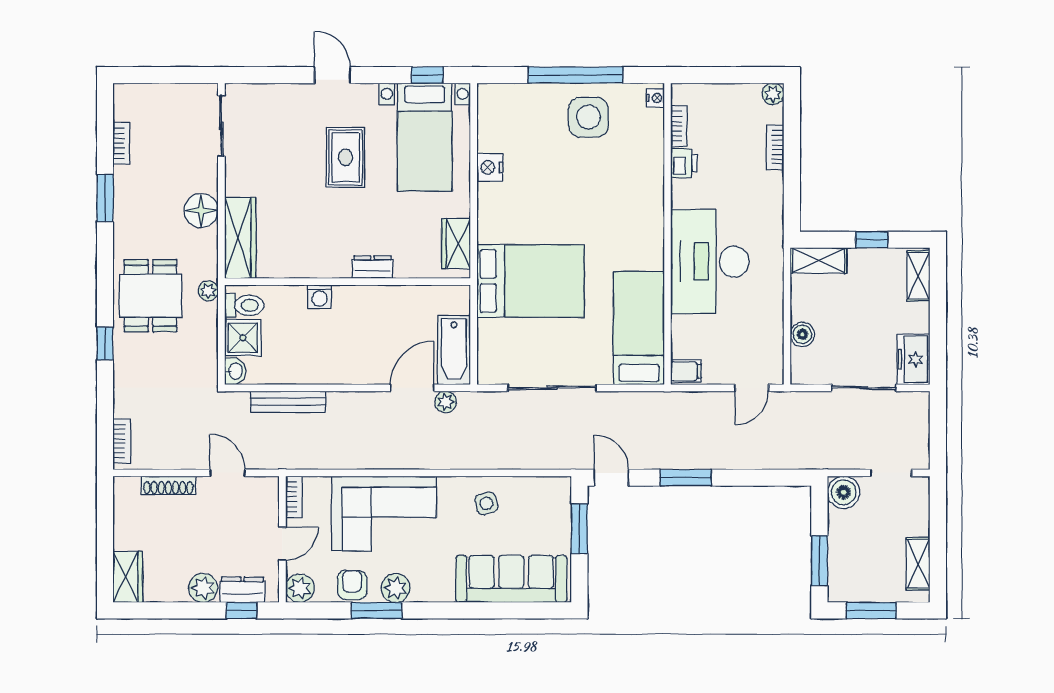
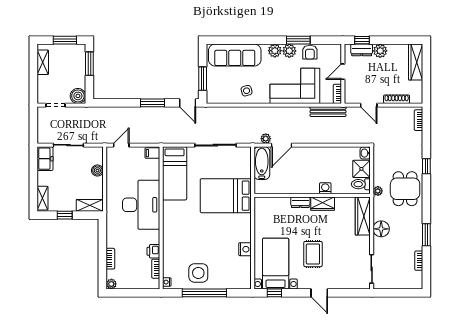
wardrobe: (456, 244) -> (323, 204), moved, turned 90
bench: (288, 402) -> (328, 112), moved
wardrobe: (128, 577) -> (416, 62), width x1.50
plant: (300, 588) -> (275, 51), moved

